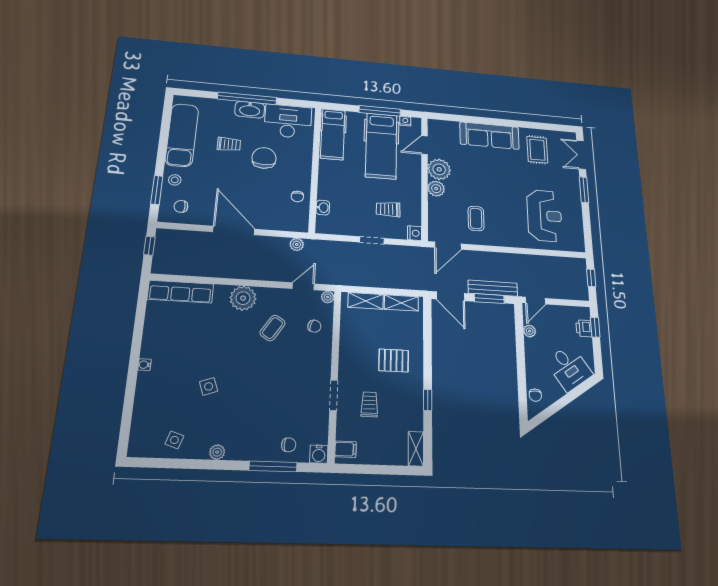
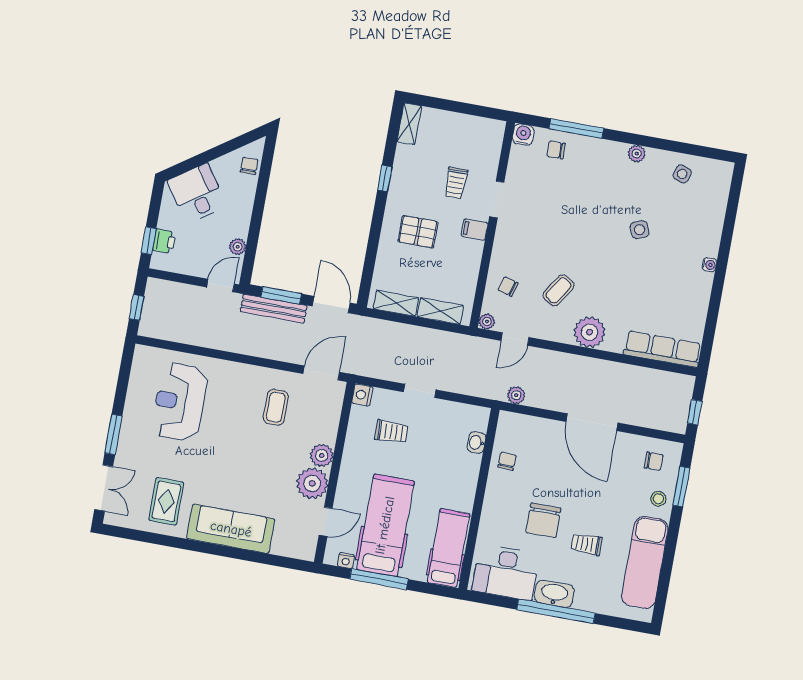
filing cabinet: (346, 449) -> (475, 230), moved

